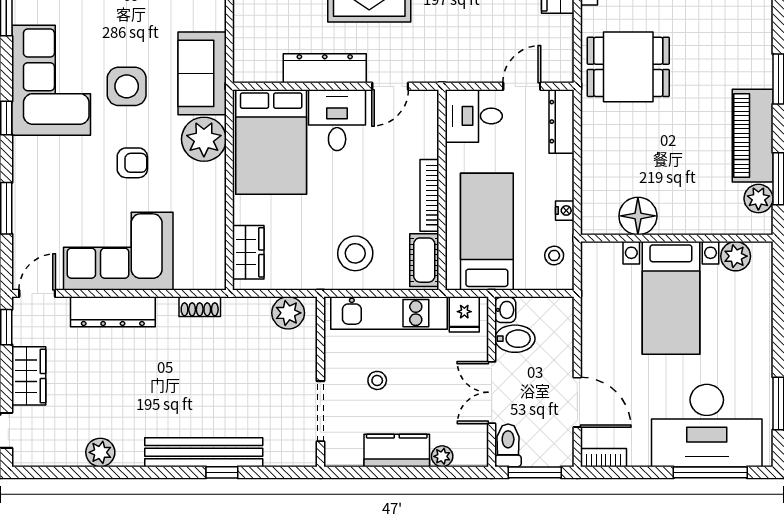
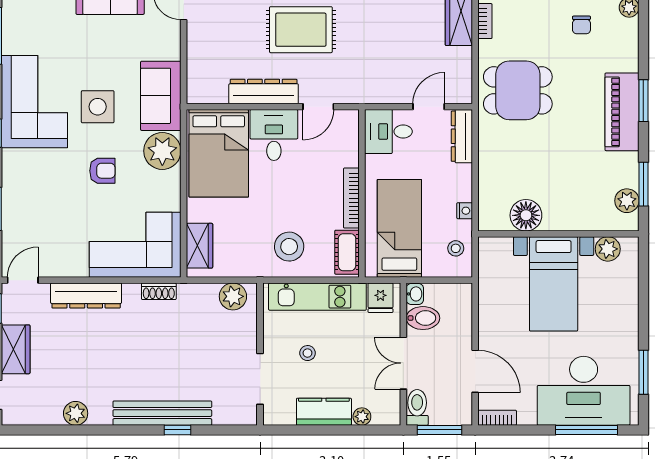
piano: (753, 136) -> (622, 112), moved
corner sofa: (118, 251) -> (135, 245), moved

